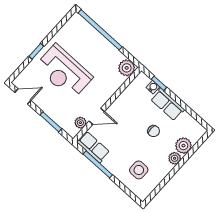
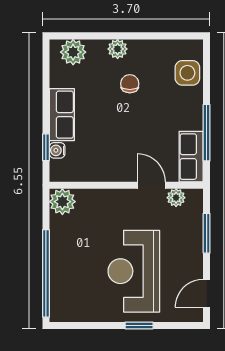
reception desk: (64, 72) -> (134, 271), turned 180
door: (23, 96) -> (207, 293), hinge flipped
chair: (154, 131) -> (130, 84), moved
plant: (183, 146) -> (73, 52), moved
side table: (139, 170) -> (187, 73), moved

